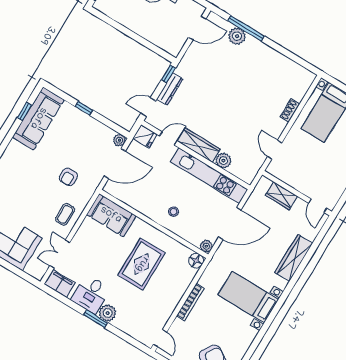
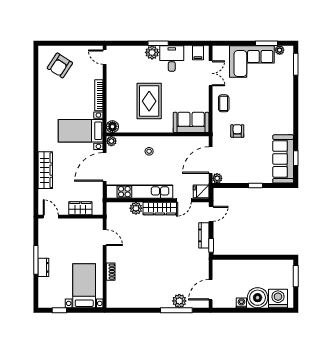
filing cabinet: (60, 284) -> (198, 53), width x0.50
bed with nightstands: (248, 297) -> (81, 131), moved, turned 180

